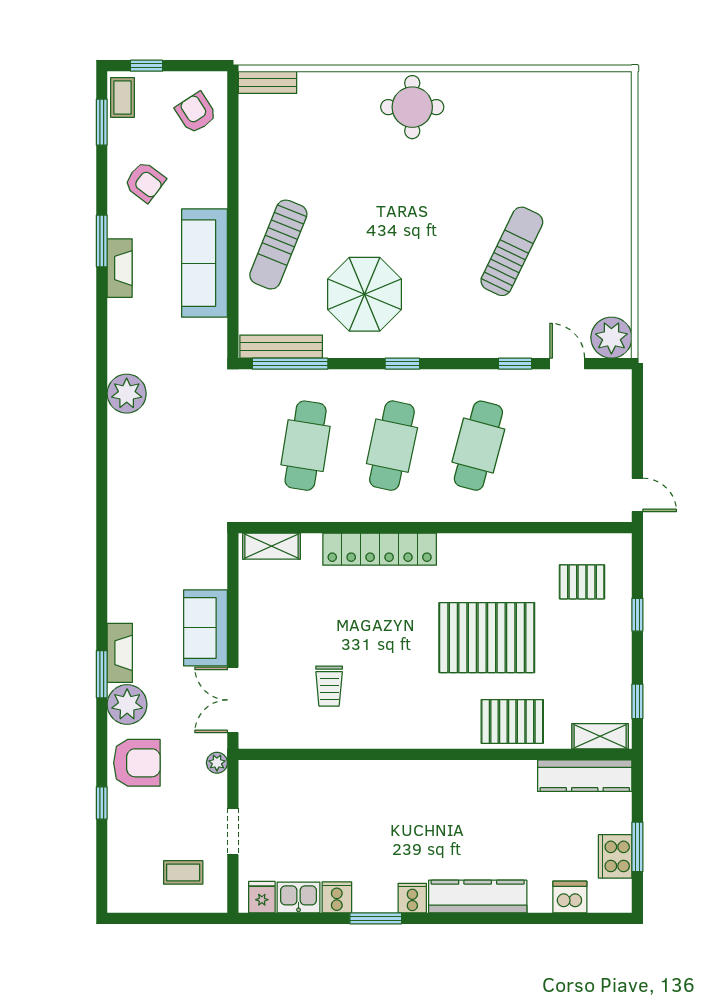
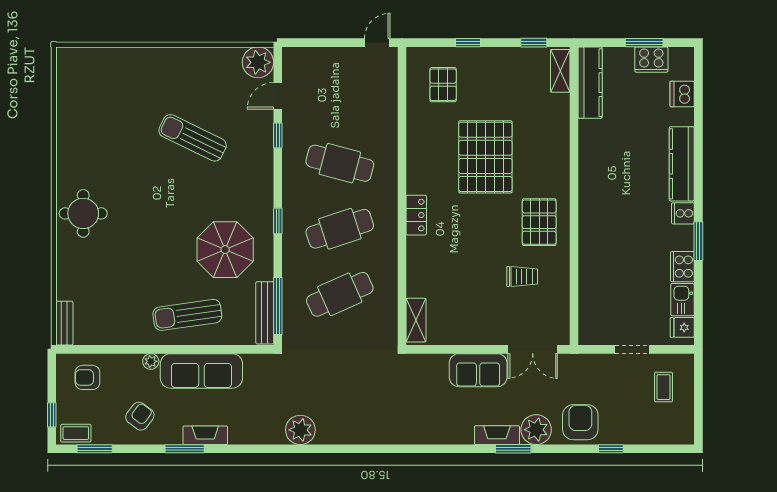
armchair: (196, 113) -> (87, 377), turned 33
sun lounger: (278, 245) -> (187, 315), turned 150
cafe table: (306, 446) -> (340, 294), turned -33
cafe table: (392, 446) -> (340, 229), turned -30
locker: (380, 549) -> (416, 215), width x0.46, depth x0.83
pallet: (512, 722) -> (539, 222), moved
plant: (217, 763) -> (151, 361), moved
cooker: (337, 897) -> (682, 267), width x1.36

